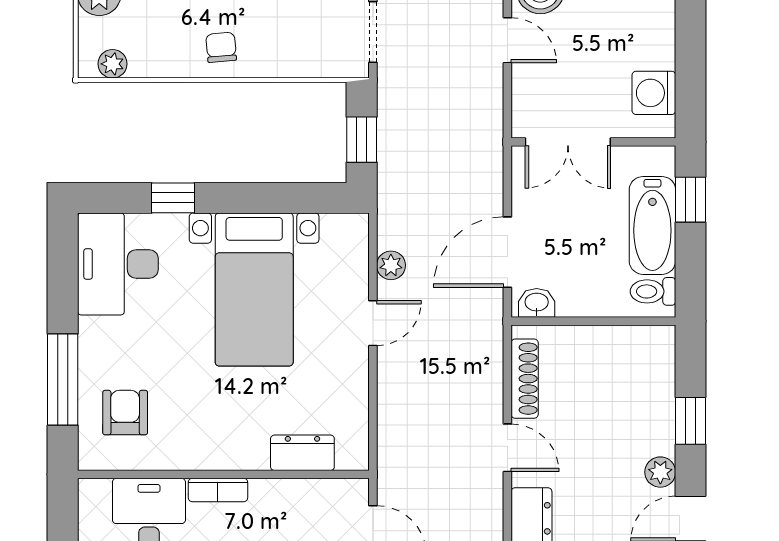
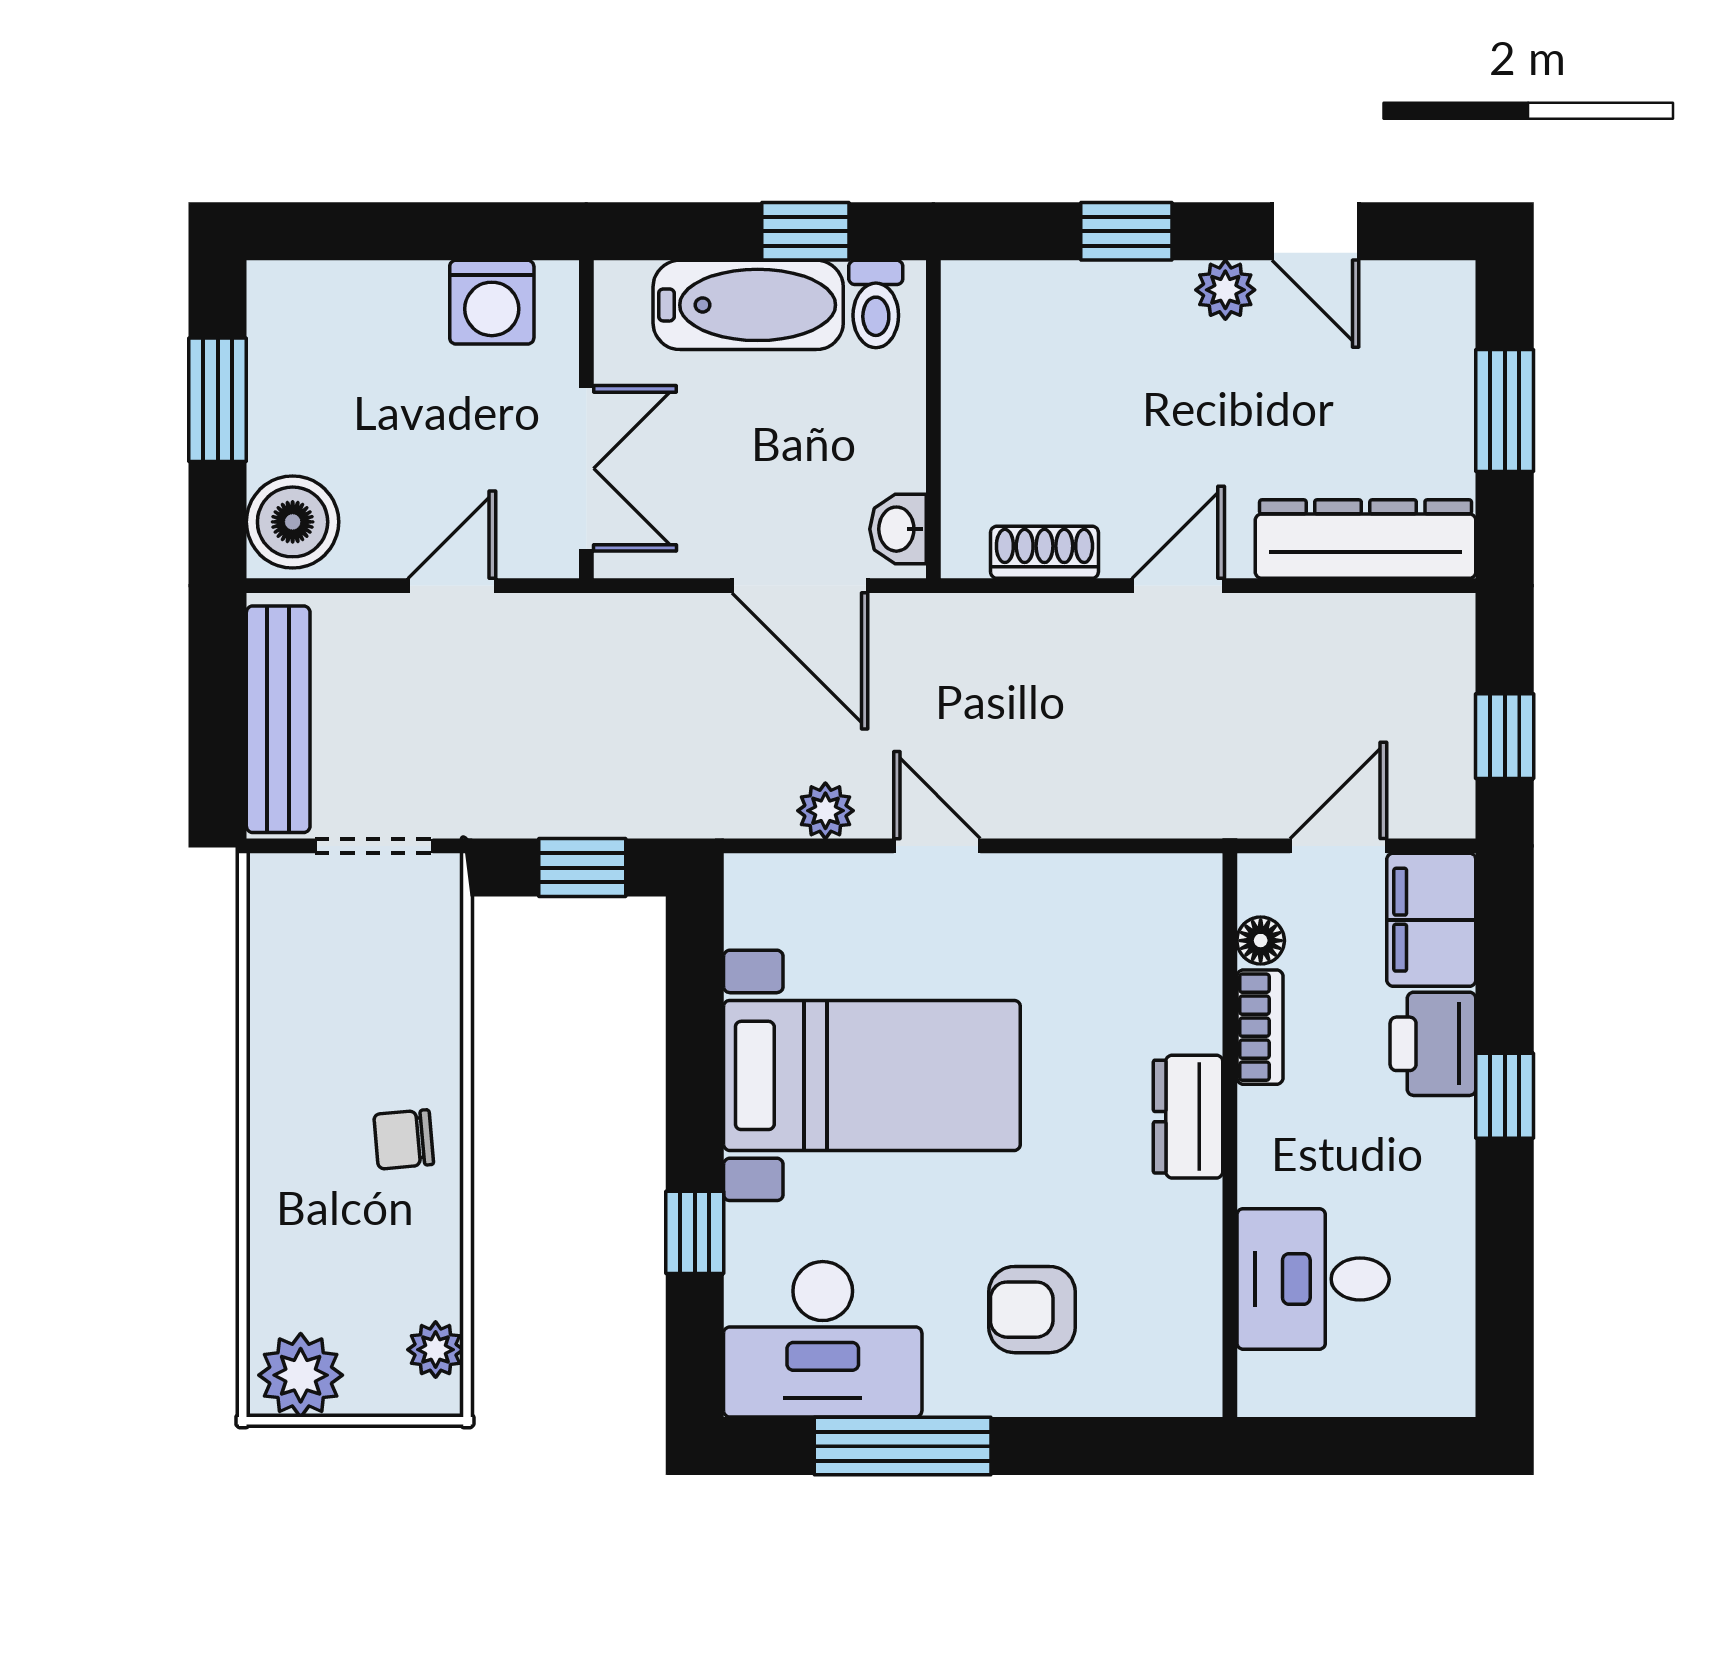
door: (507, 40) -> (452, 586), moved
window: (691, 200) -> (805, 231), moved
shoe rack: (525, 379) -> (1044, 552), width x0.70
window: (63, 380) -> (903, 1446), moved
armchair: (125, 413) -> (1032, 1310), moved
dresser: (302, 453) -> (1188, 1117), moved
bookcase: (218, 490) -> (1260, 1027), moved
floor lamp: (324, 490) -> (1261, 941), added

